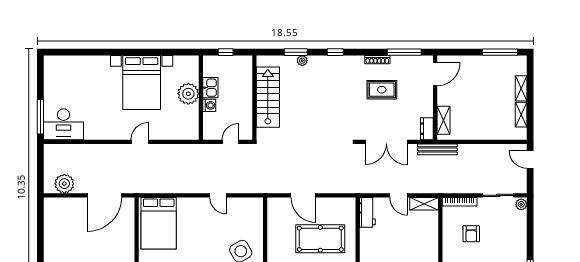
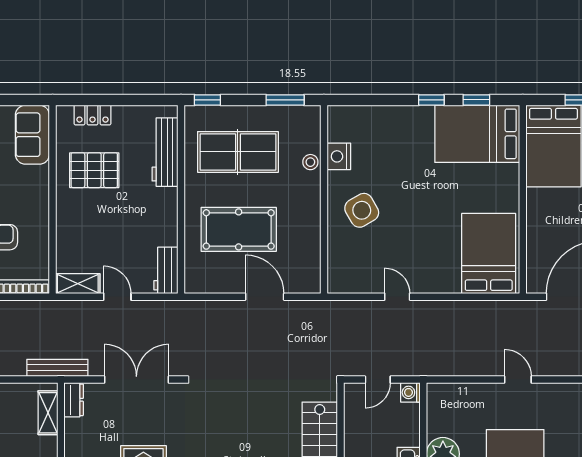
washing machine: (209, 105) -> (410, 392), moved
door: (140, 142) -> (518, 380), swing flipped

